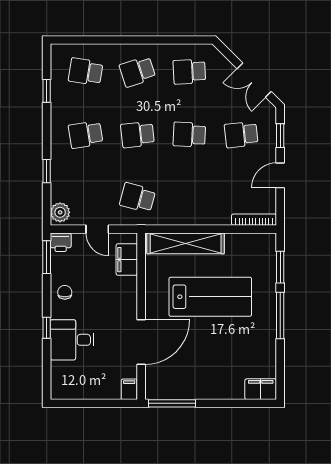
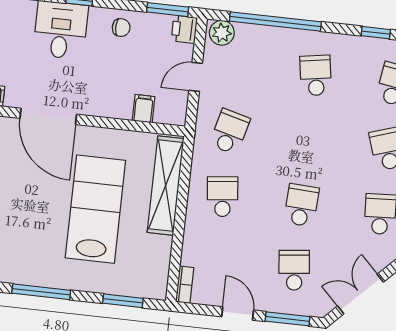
school desk: (137, 135) -> (222, 197), moved
window: (280, 136) -> (288, 319), width x1.50
window: (47, 171) -> (275, 22), width x3.17
bookcase: (254, 220) -> (185, 285), width x0.64
filing cabinet: (127, 260) -> (144, 109), width x0.50
lab bench: (210, 297) -> (95, 209), turned 180
window: (280, 315) -> (41, 292), moved

